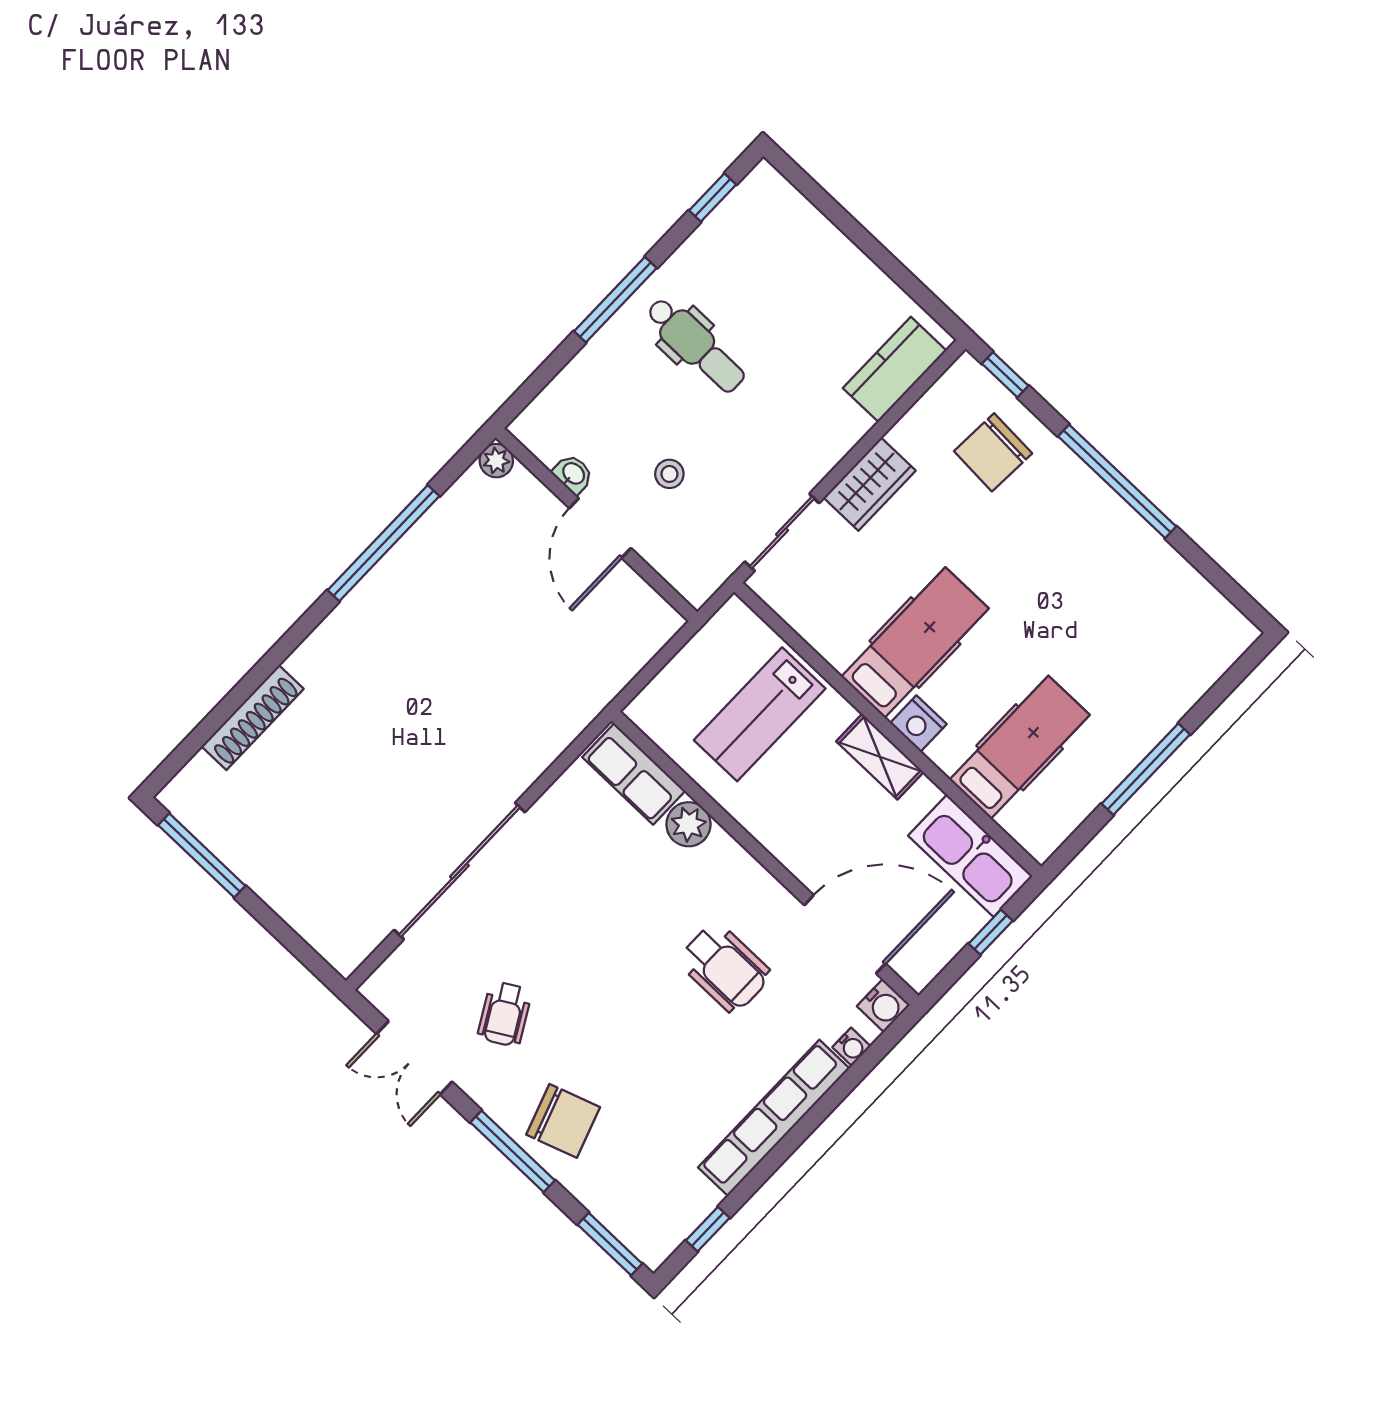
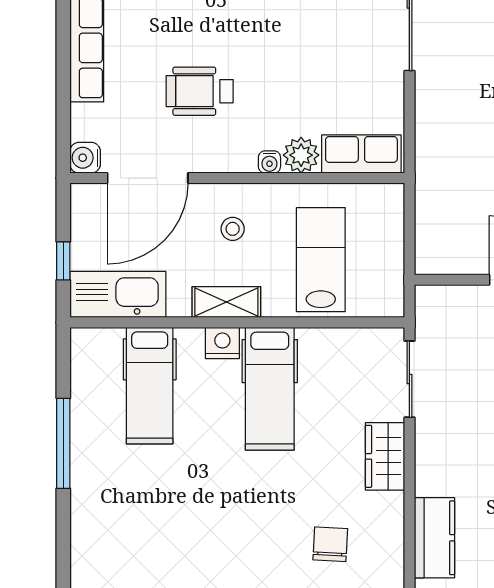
chair: (993, 452) -> (330, 544), width x0.73, depth x0.73
stool: (812, 817) -> (233, 229), added
water cooler: (852, 1047) -> (269, 162), moved, turned -90

